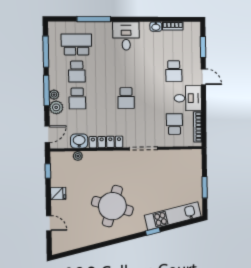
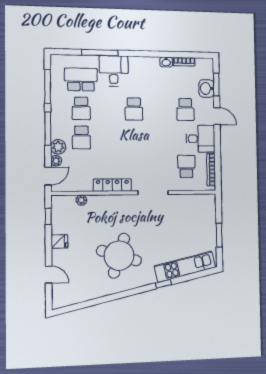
desk: (126, 36) -> (114, 71), moved
plant: (54, 95) -> (56, 161), moved
school desk: (126, 98) -> (134, 109), moved
washbasin: (79, 141) -> (206, 88), moved, turned -90

